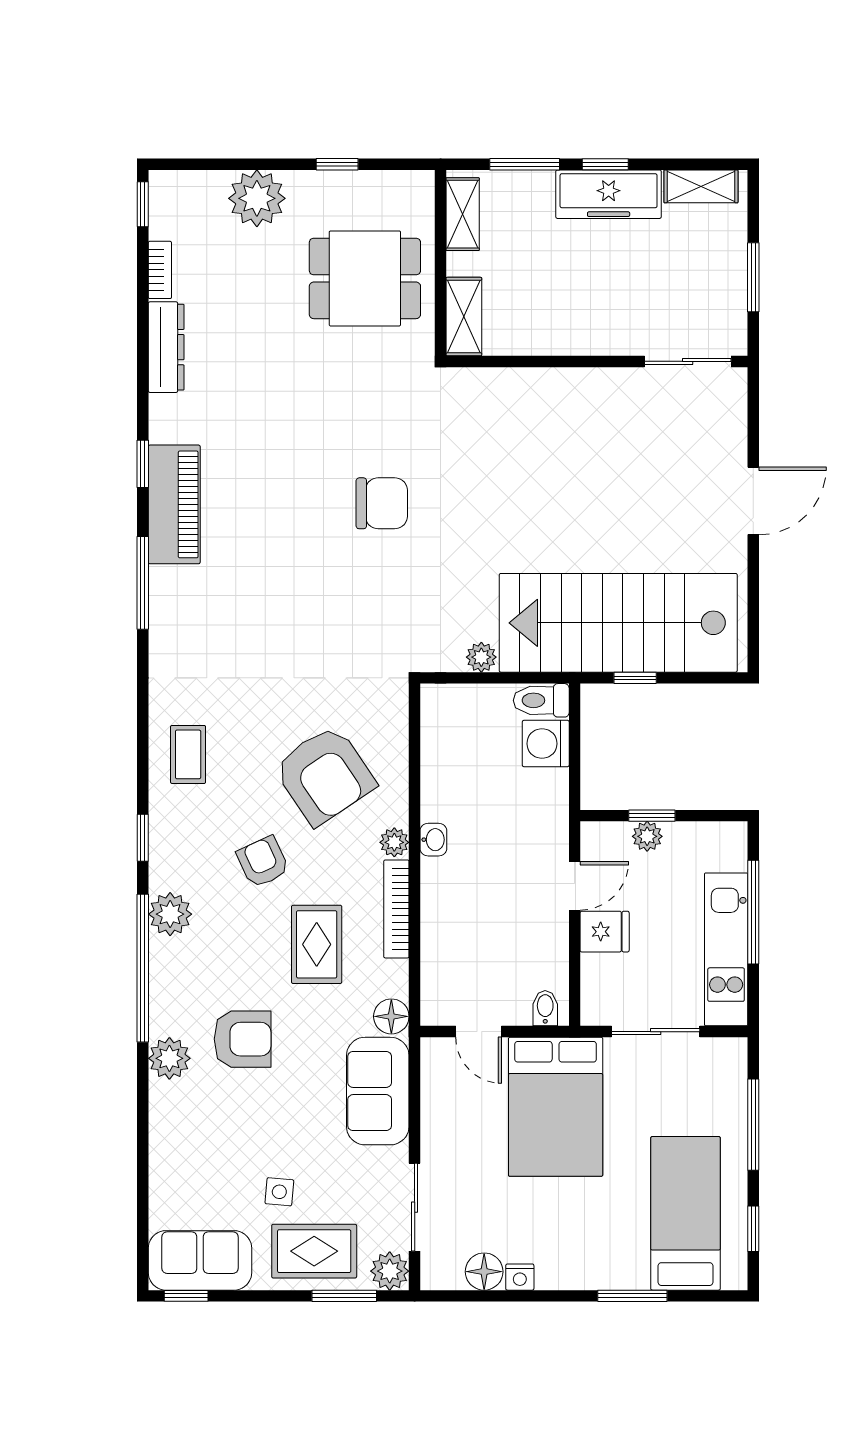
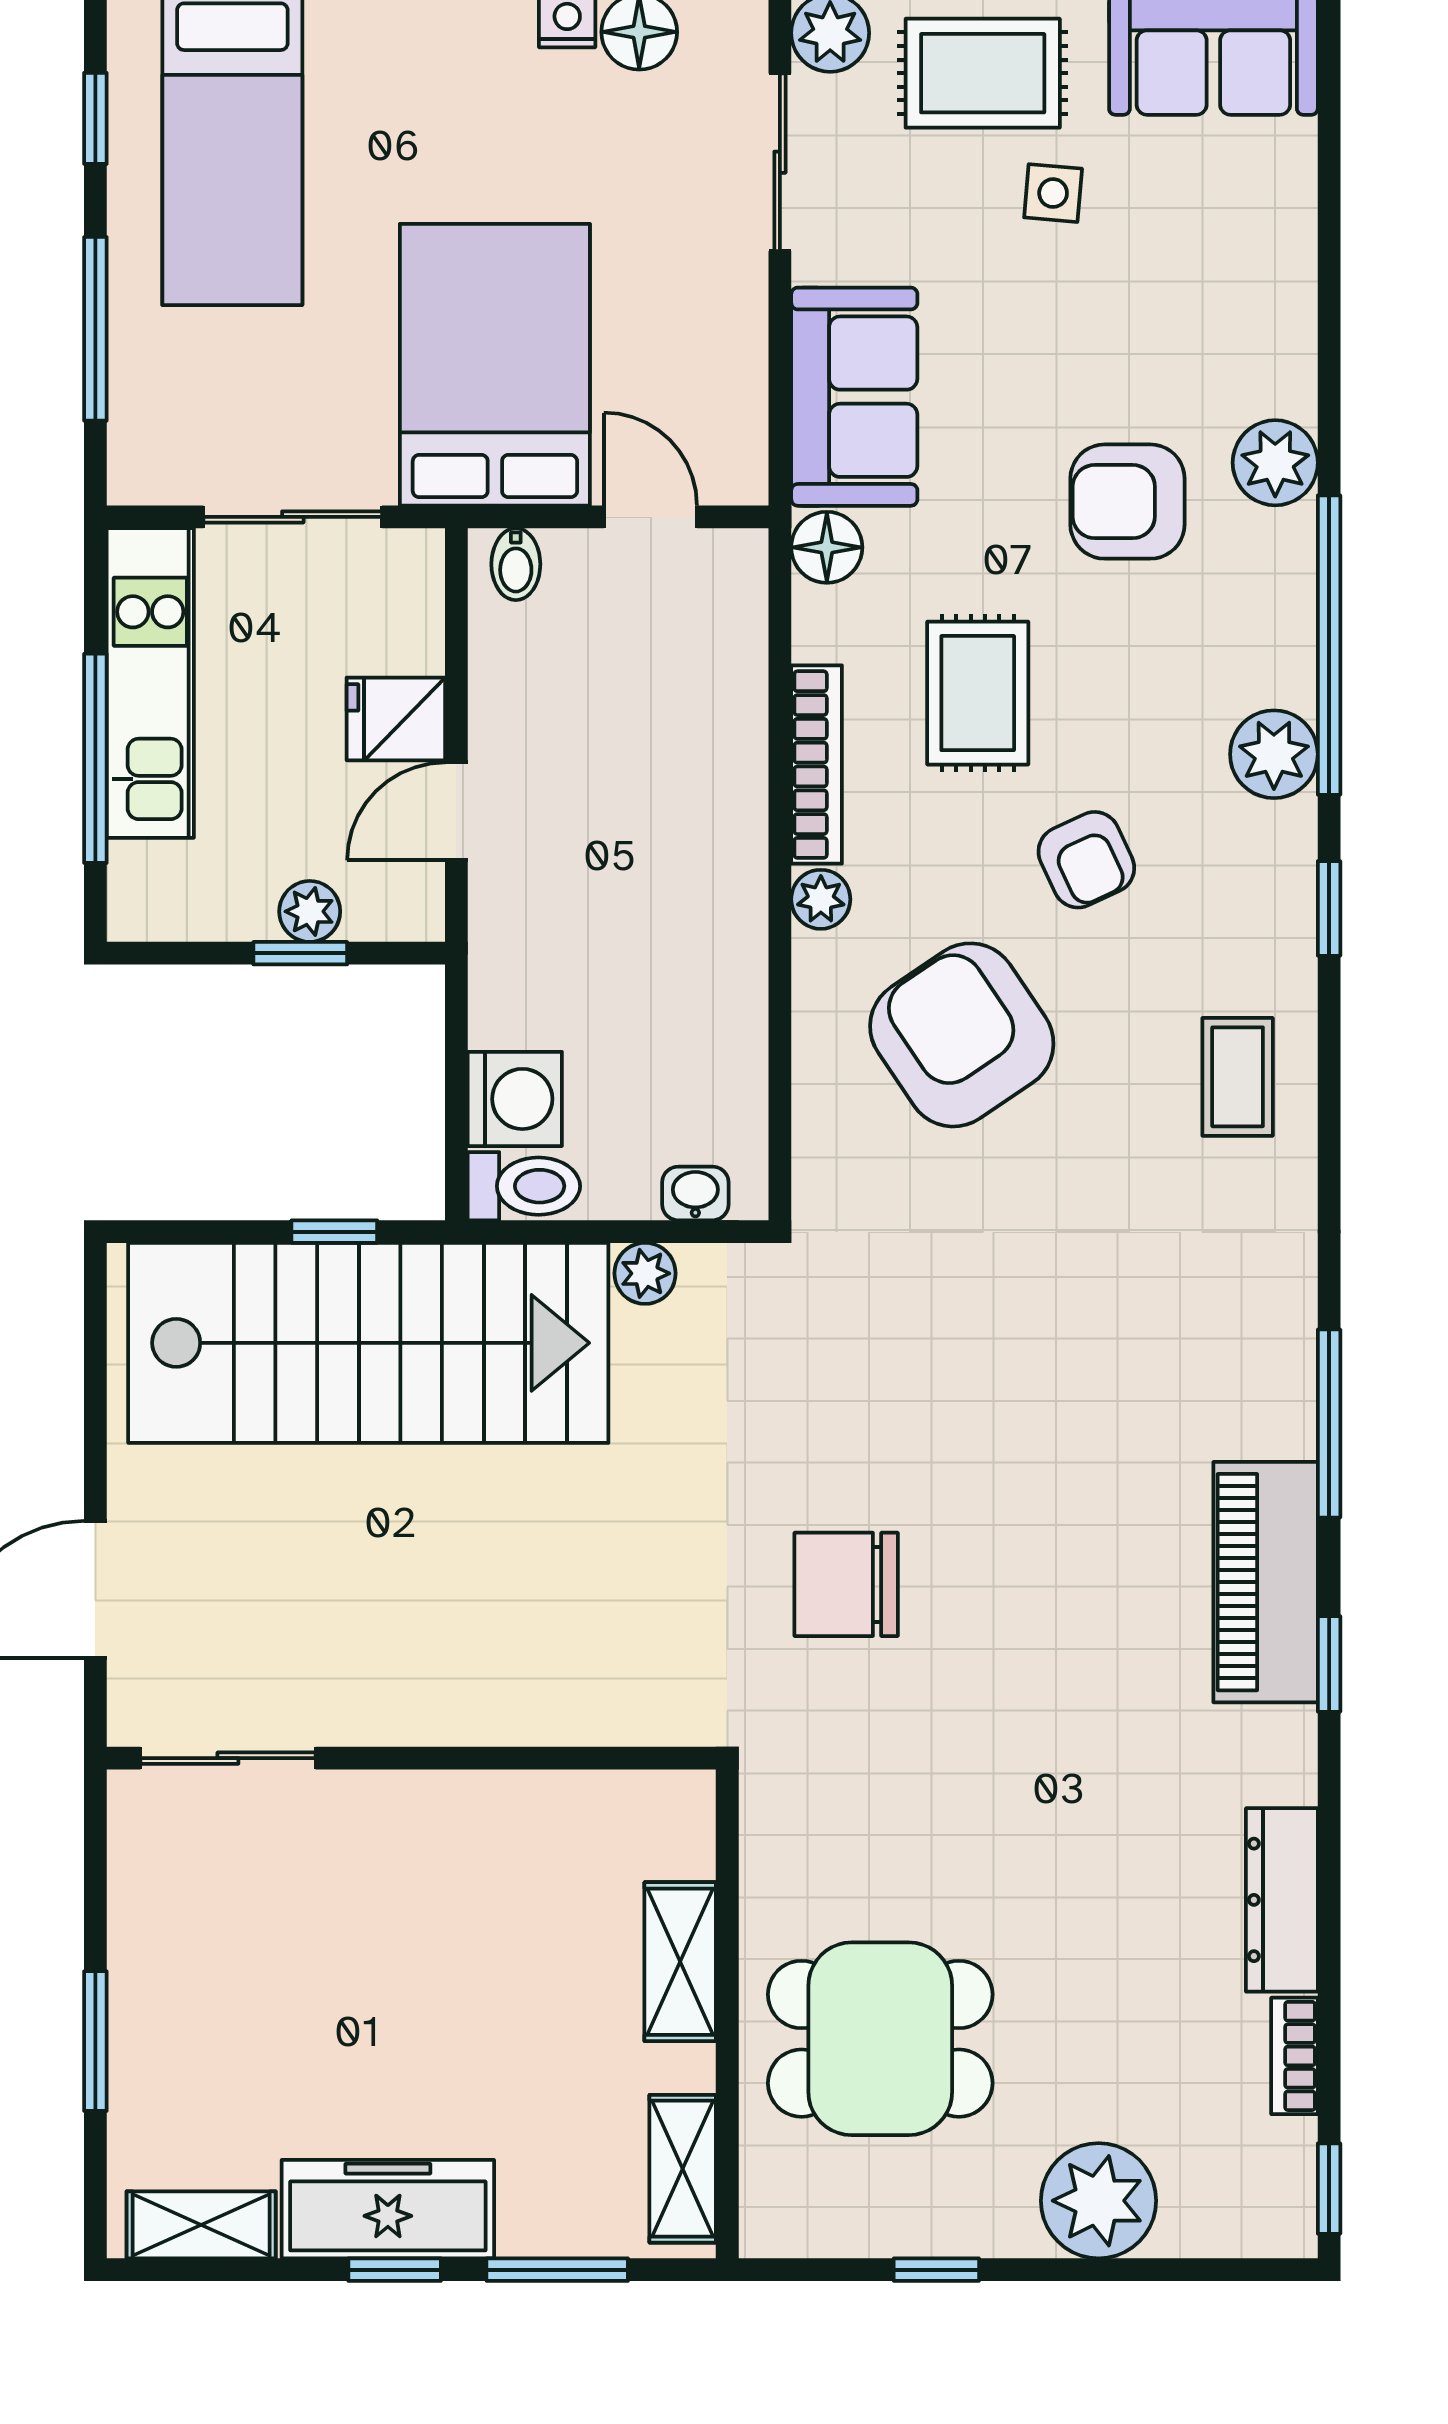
wall: (597, 361) -> (411, 1758), moved
sliding door: (688, 361) -> (228, 1758), moved
washbasin: (433, 840) -> (695, 1193), moved, turned 90

